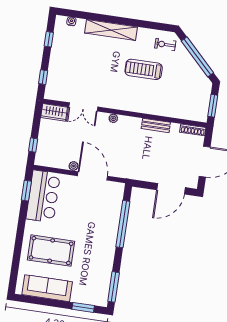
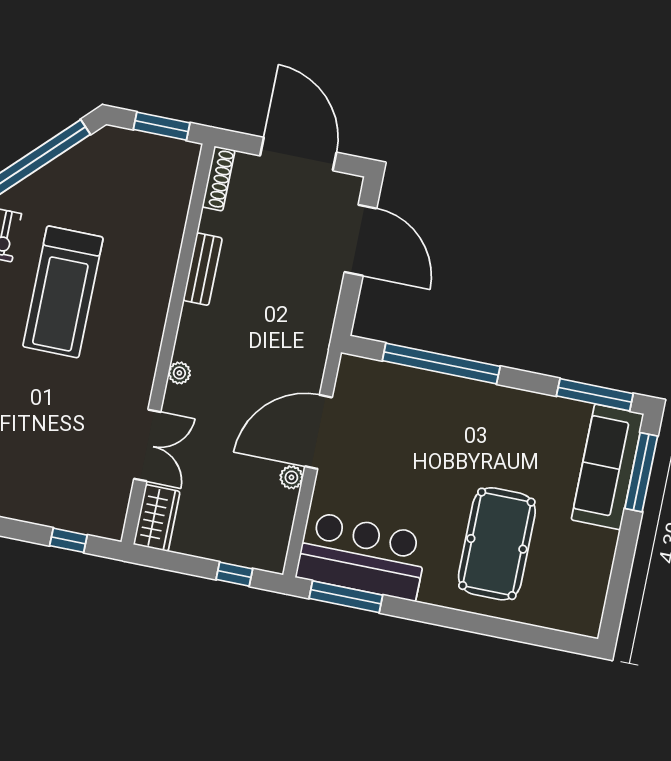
treadmill: (144, 69) -> (63, 292), width x1.37, depth x1.38
window: (26, 191) -> (346, 597), width x1.44
sofa: (47, 288) -> (608, 467), moved
window: (83, 307) -> (641, 472), width x1.44

